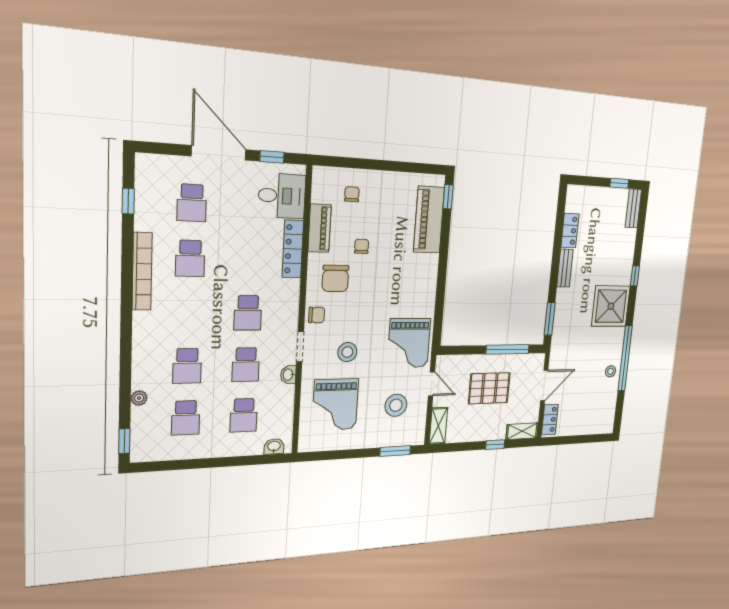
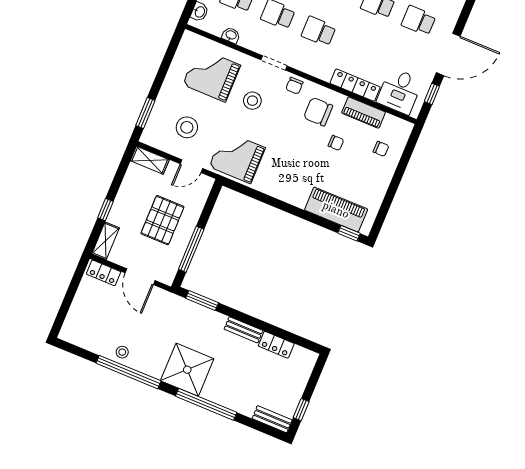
window: (635, 276) -> (206, 404), width x3.17
washbasin: (288, 375) -> (231, 35), moved

